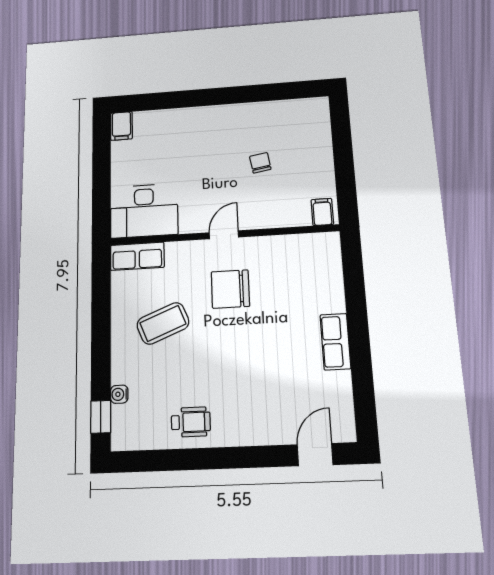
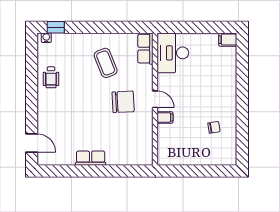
chair: (260, 163) -> (214, 127), moved
filing cabinet: (322, 212) -> (165, 118), moved
chair: (230, 289) -> (123, 102), turned 87
water cooler: (119, 394) -> (46, 38), moved

